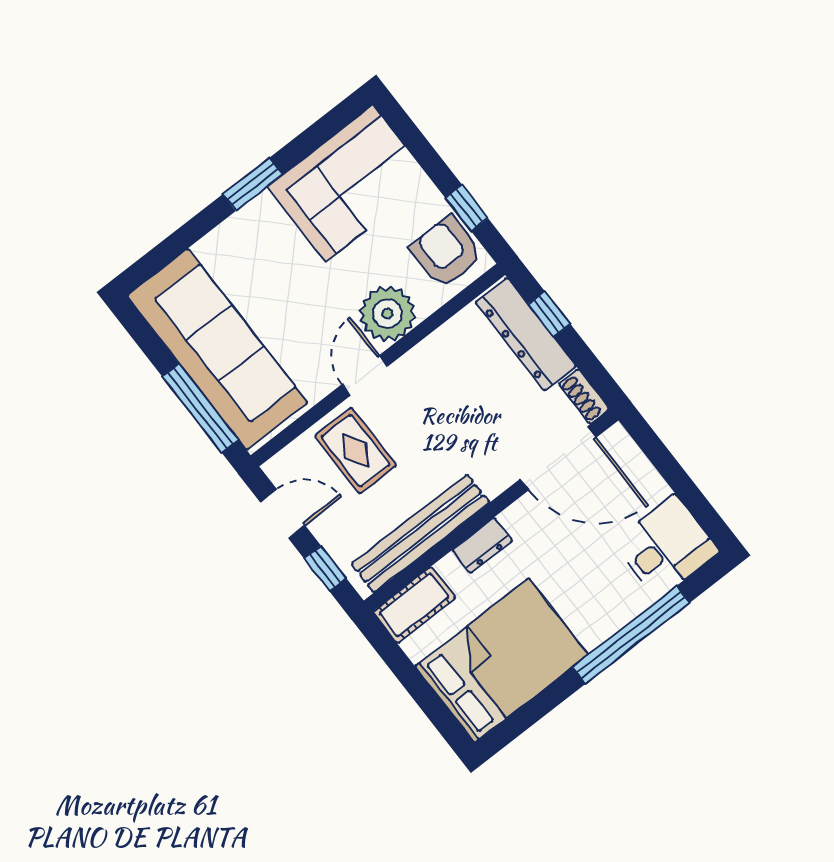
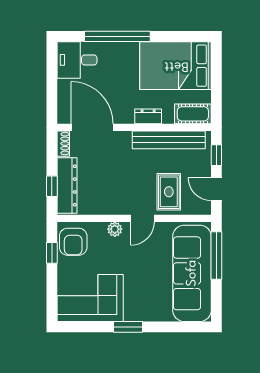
plant: (387, 314) -> (115, 229), width x0.53, depth x0.53

